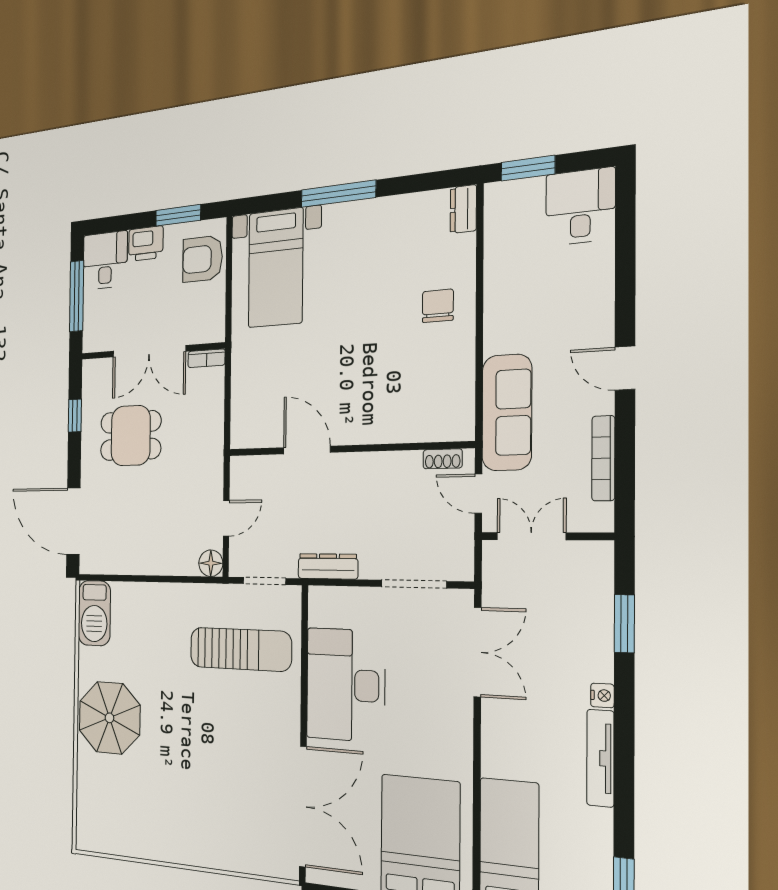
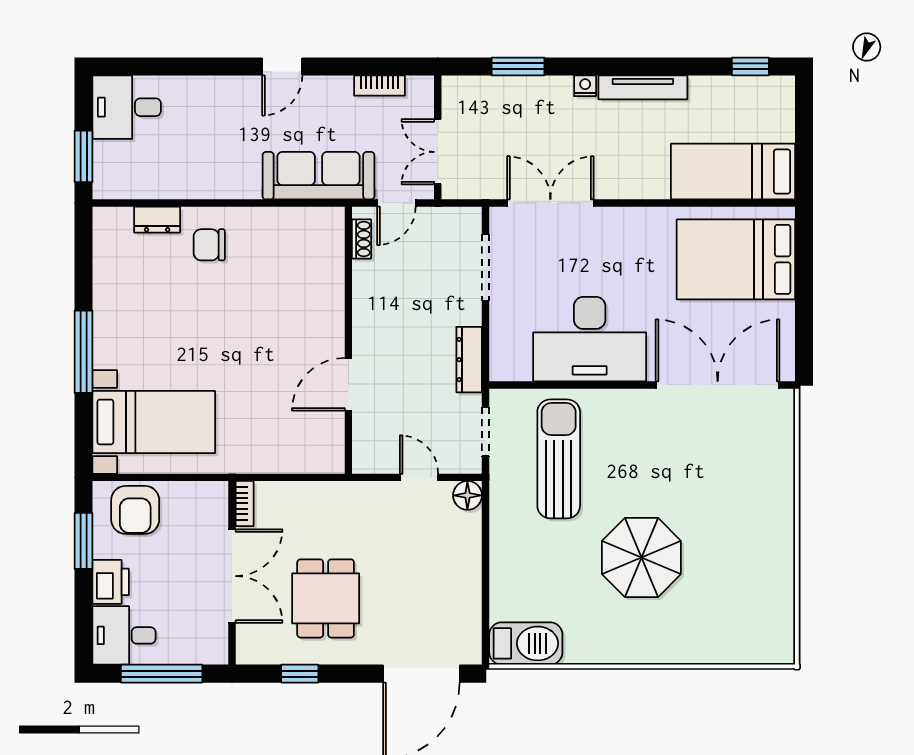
dresser: (463, 209) -> (157, 220), moved
bookcase: (603, 458) -> (379, 86), width x0.64
parasol: (109, 718) -> (641, 557), moved

